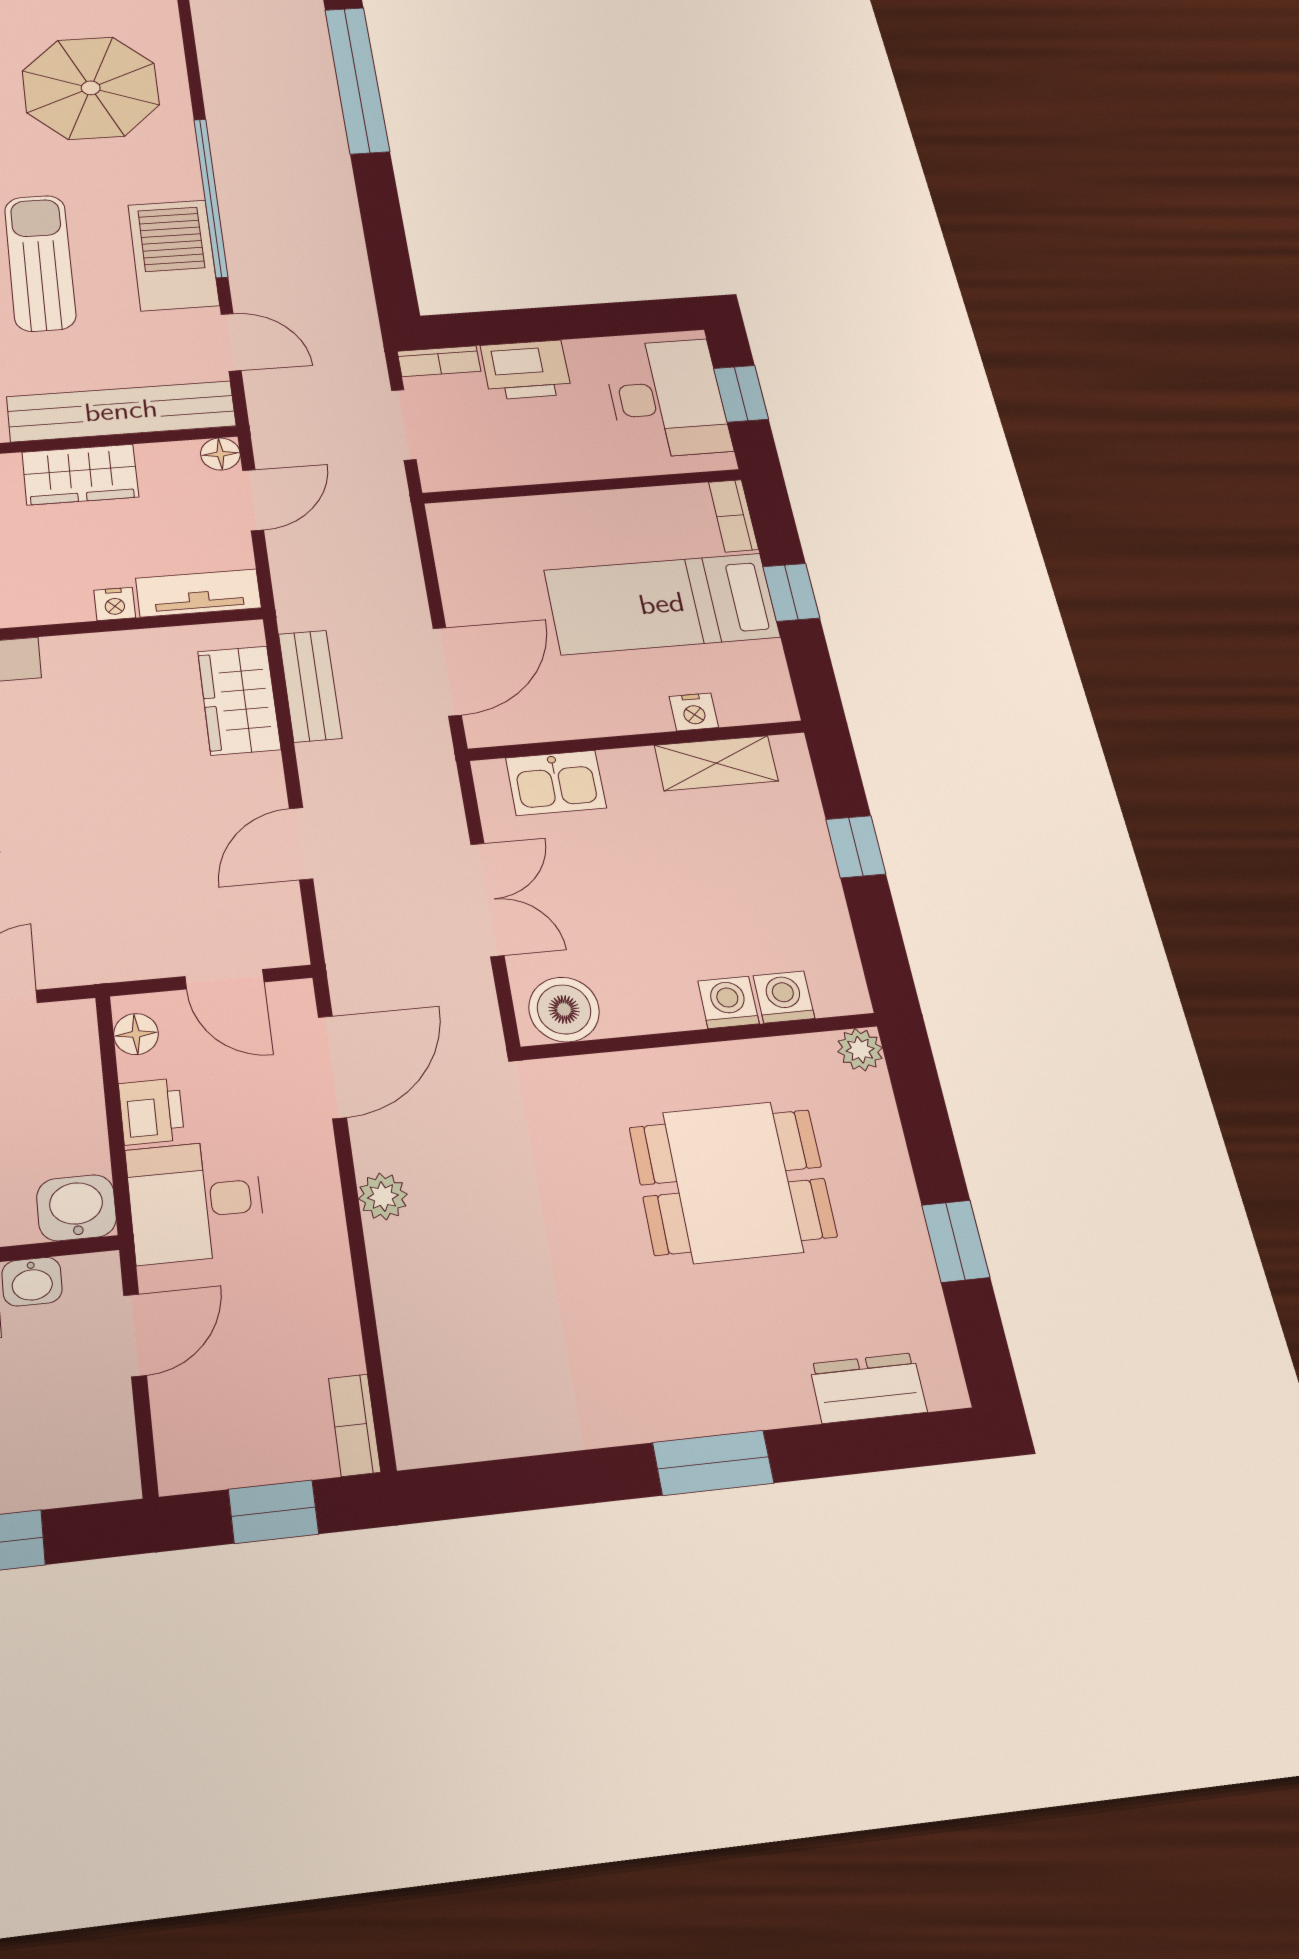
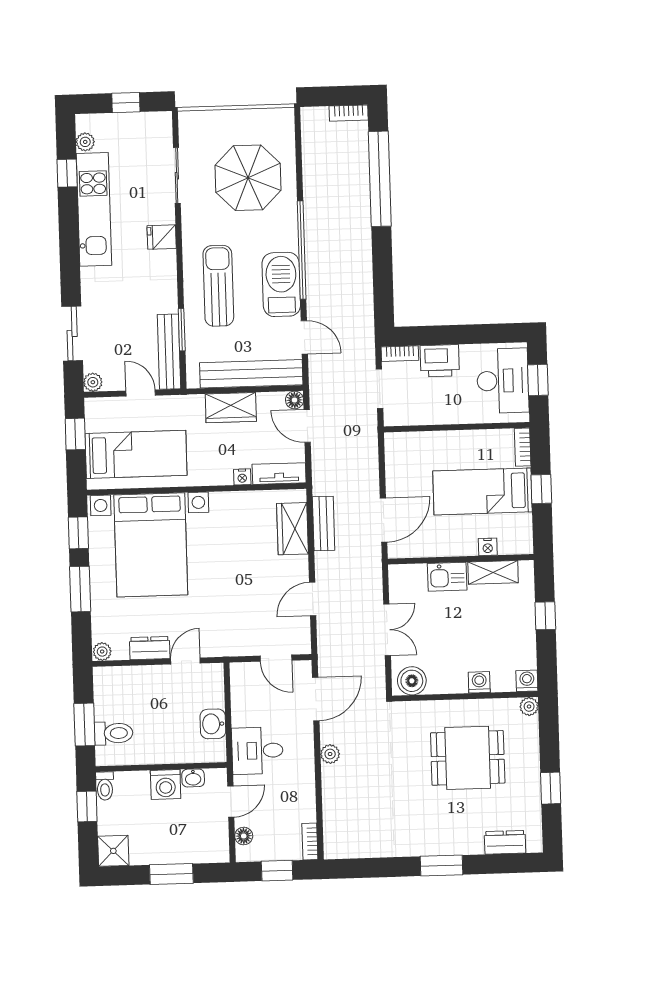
door: (253, 500) -> (307, 426), swing flipped
kitchen sink: (556, 783) -> (447, 577), moved
washing machine: (784, 997) -> (527, 681), moved
floor lamp: (136, 1034) -> (244, 836), moved
printer: (151, 1111) -> (243, 713), removed
washbasin: (76, 1208) -> (213, 724), moved, turned -90

